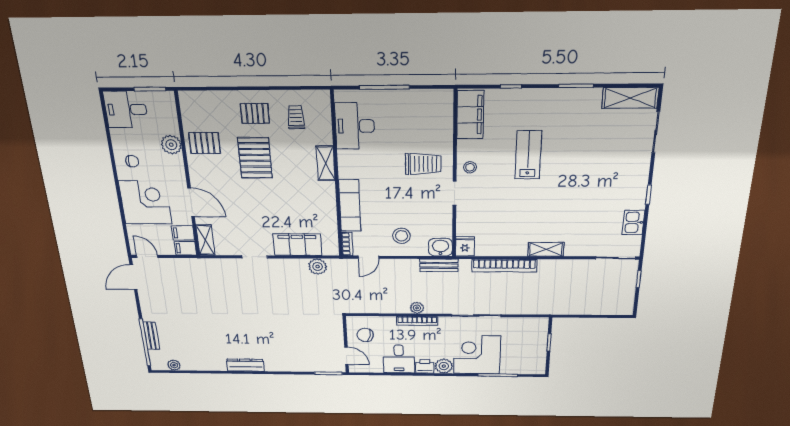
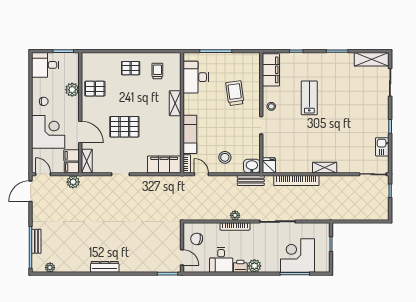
pallet: (255, 158) -> (124, 127), moved, turned 90
trolley: (423, 164) -> (235, 93), moved, turned -98
filing cabinet: (297, 245) -> (164, 164), moved
door: (369, 257) -> (201, 174), swing flipped
plant: (318, 267) -> (73, 182), moved
corner desk: (477, 355) -> (297, 255), moved

